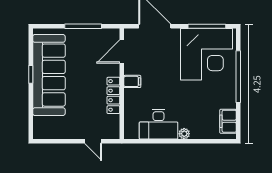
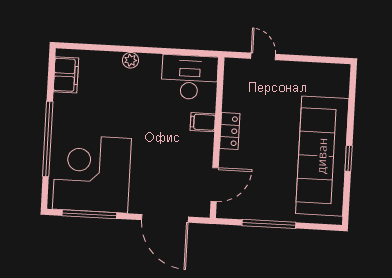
filing cabinet: (132, 81) -> (203, 122), moved
locker: (113, 95) -> (230, 131), width x0.66
desk: (159, 124) -> (190, 77), moved

